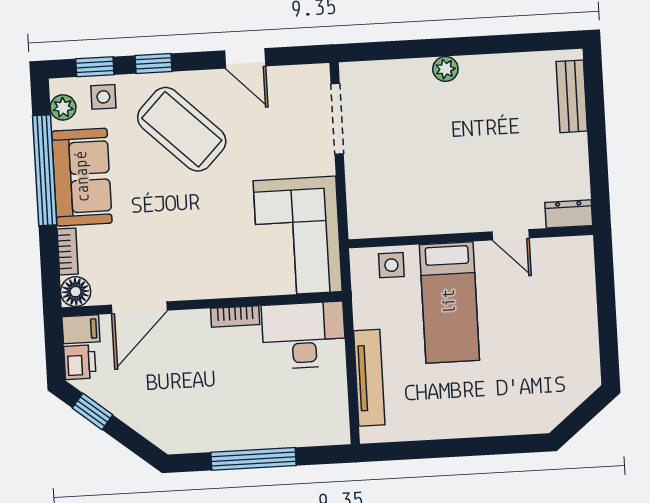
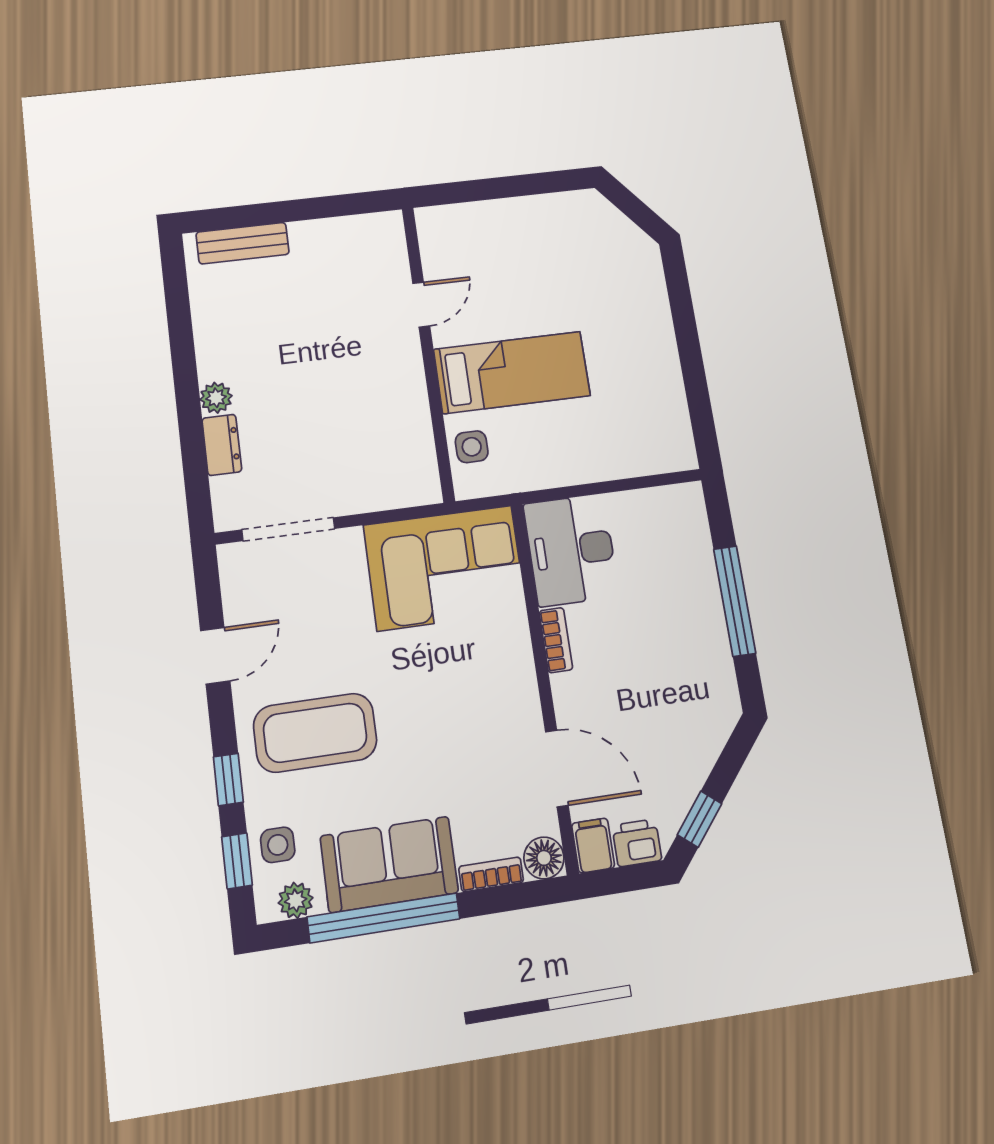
coffee table: (182, 129) -> (315, 733), turned 46
dresser: (569, 214) -> (222, 445), moved, turned 180
tv unit: (369, 378) -> (616, 464), removed

